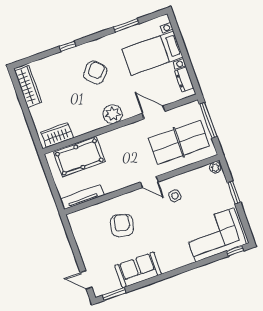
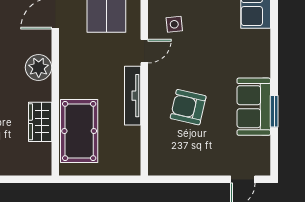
wardrobe: (57, 135) -> (40, 122), moved
tv unit: (82, 197) -> (133, 96), moved
window: (114, 294) -> (274, 111), moved

